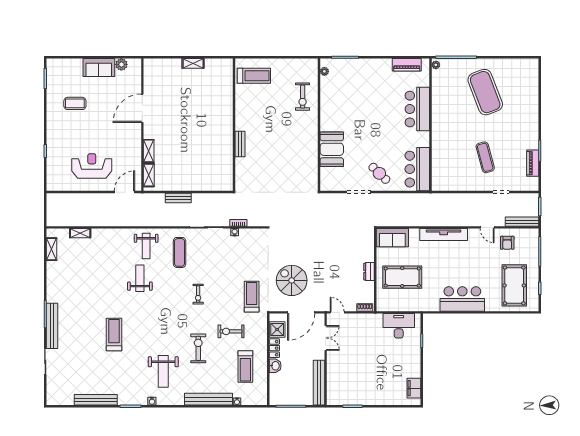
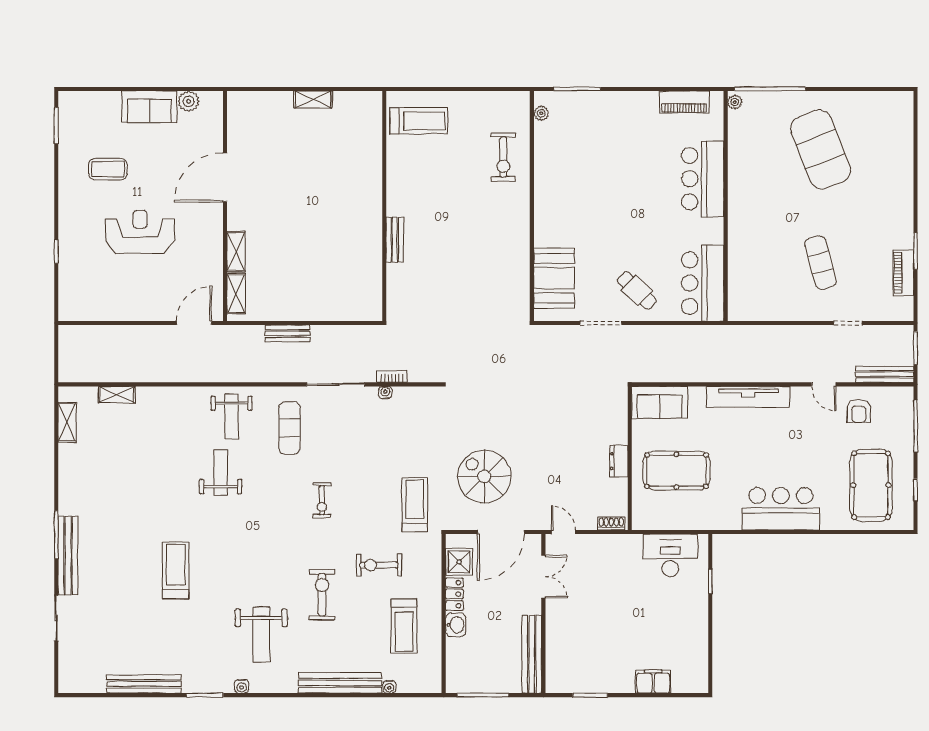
booth: (332, 149) -> (554, 278), moved
reception desk: (92, 166) -> (140, 232), moved
filing cabinet: (414, 388) -> (653, 682), moved, turned 90

